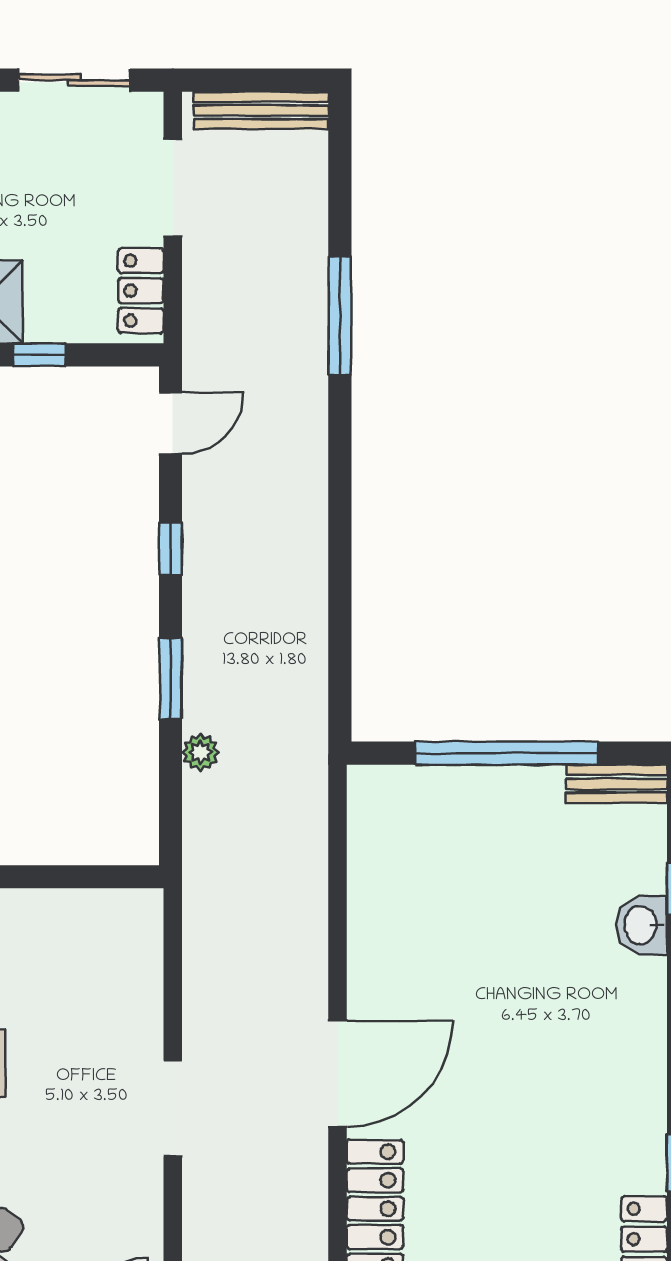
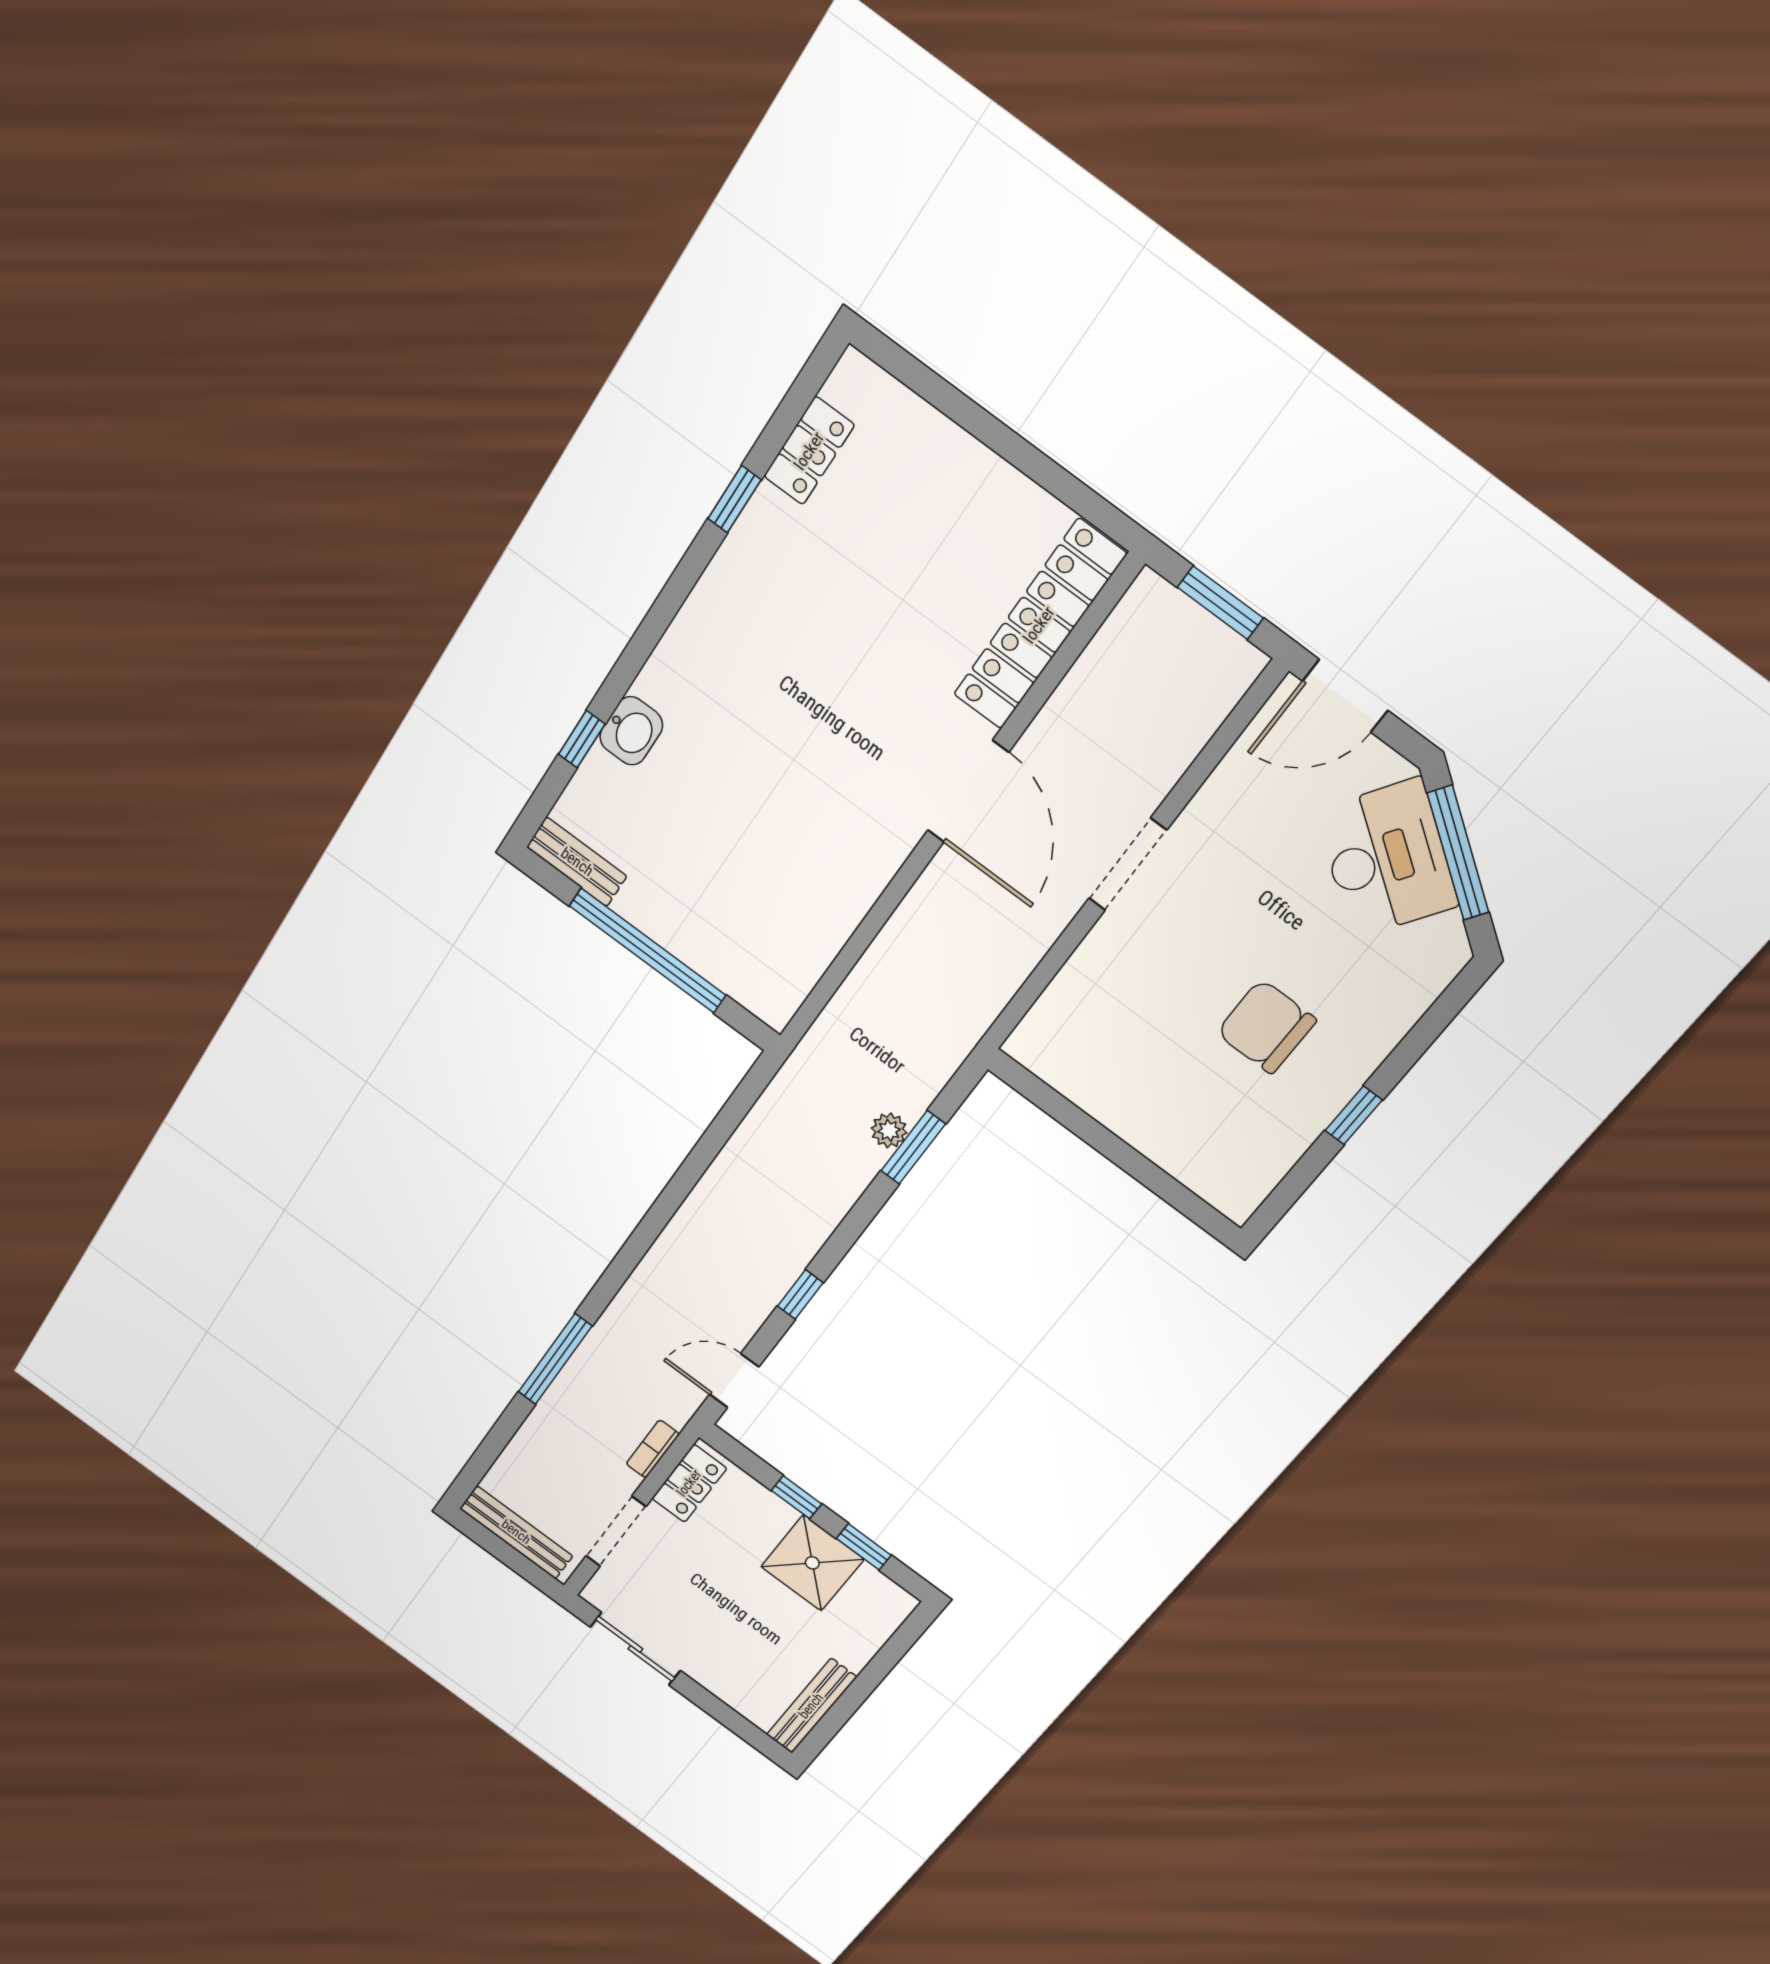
bookcase: (196, 298) -> (653, 1449), added
window: (170, 679) -> (913, 1147), moved
door: (338, 1074) -> (968, 792), swing flipped

